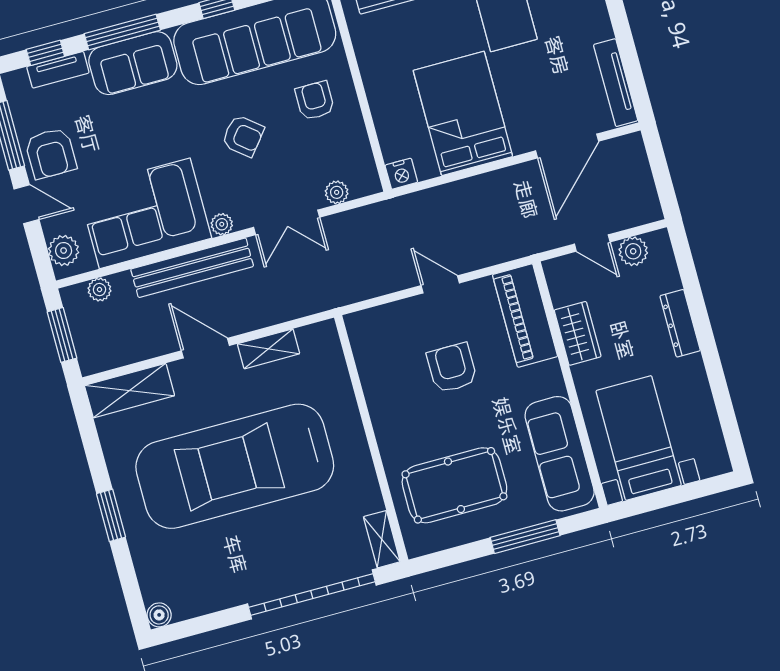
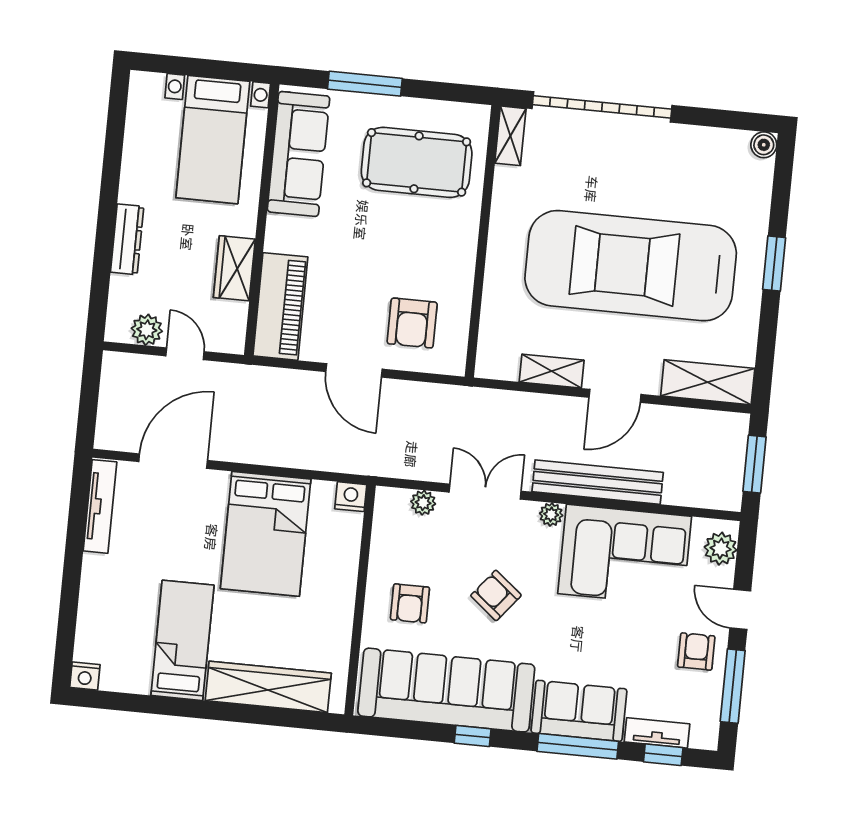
armchair: (51, 153) -> (696, 651), width x0.72, depth x0.72
door: (440, 284) -> (354, 370), width x1.38
plant: (99, 290) -> (699, 495), removed
door: (205, 348) -> (615, 396), hinge flipped
armchair: (452, 368) -> (412, 323), moved
car: (235, 466) -> (631, 266), turned 180

